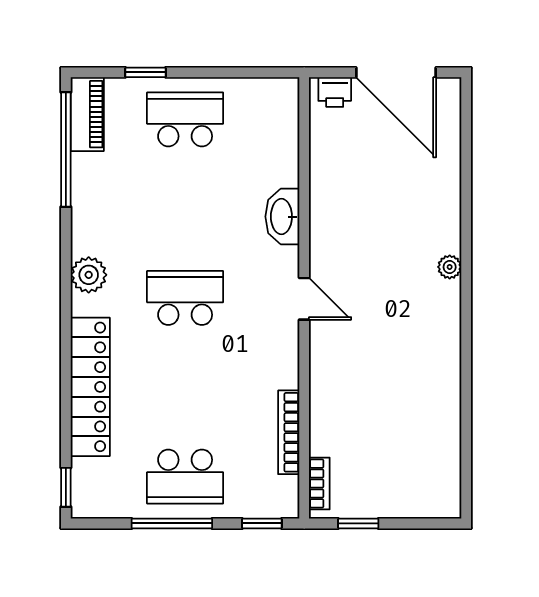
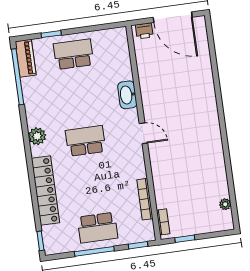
plant: (450, 267) -> (225, 204), moved

